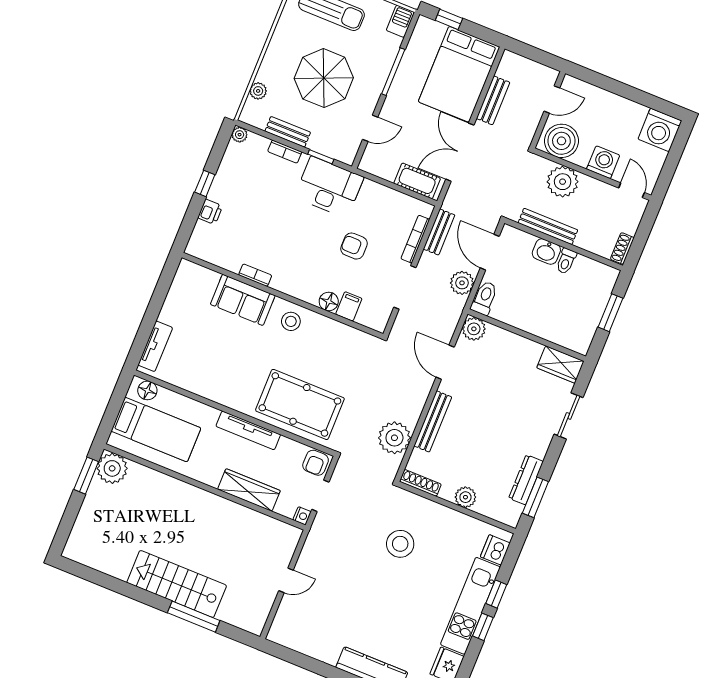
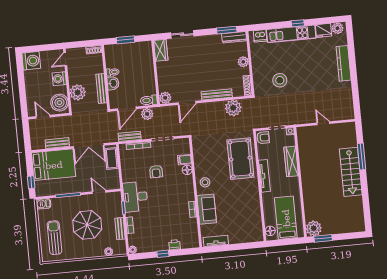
tv unit: (155, 346) -> (216, 241), moved
dresser: (526, 480) -> (234, 37), moved
window: (496, 594) -> (280, 25), removed

